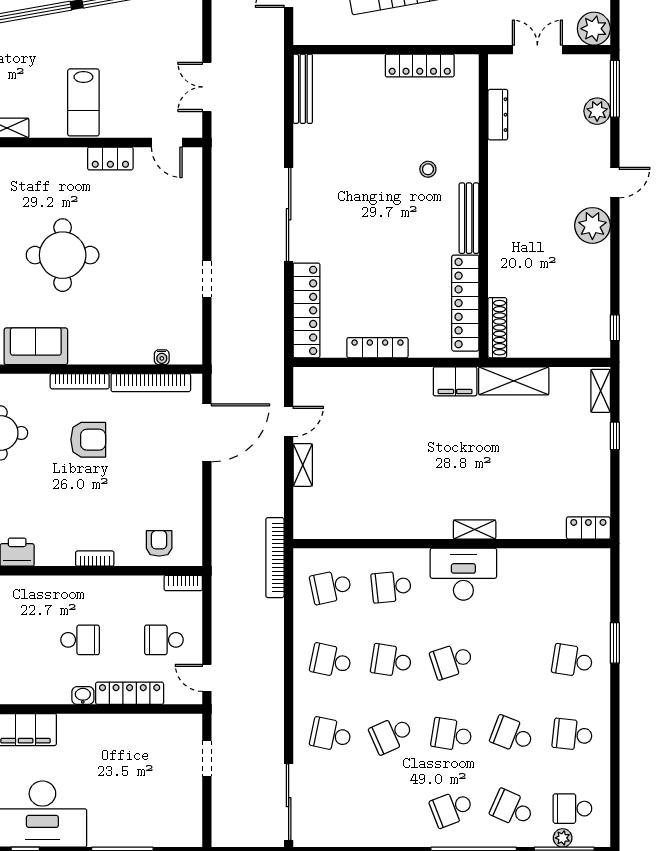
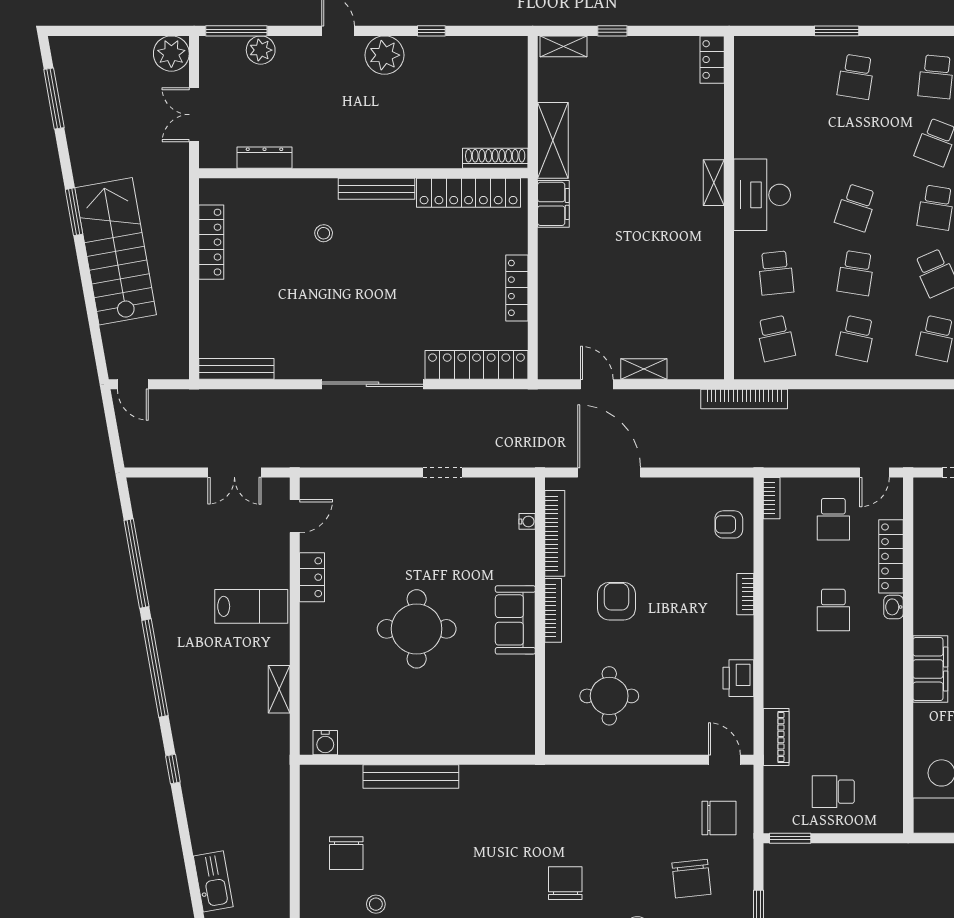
window: (615, 328) -> (431, 31), moved
sofa: (36, 346) -> (515, 620), moved
school desk: (80, 640) -> (833, 610), turned 180
school desk: (452, 661) -> (856, 208), turned 36

